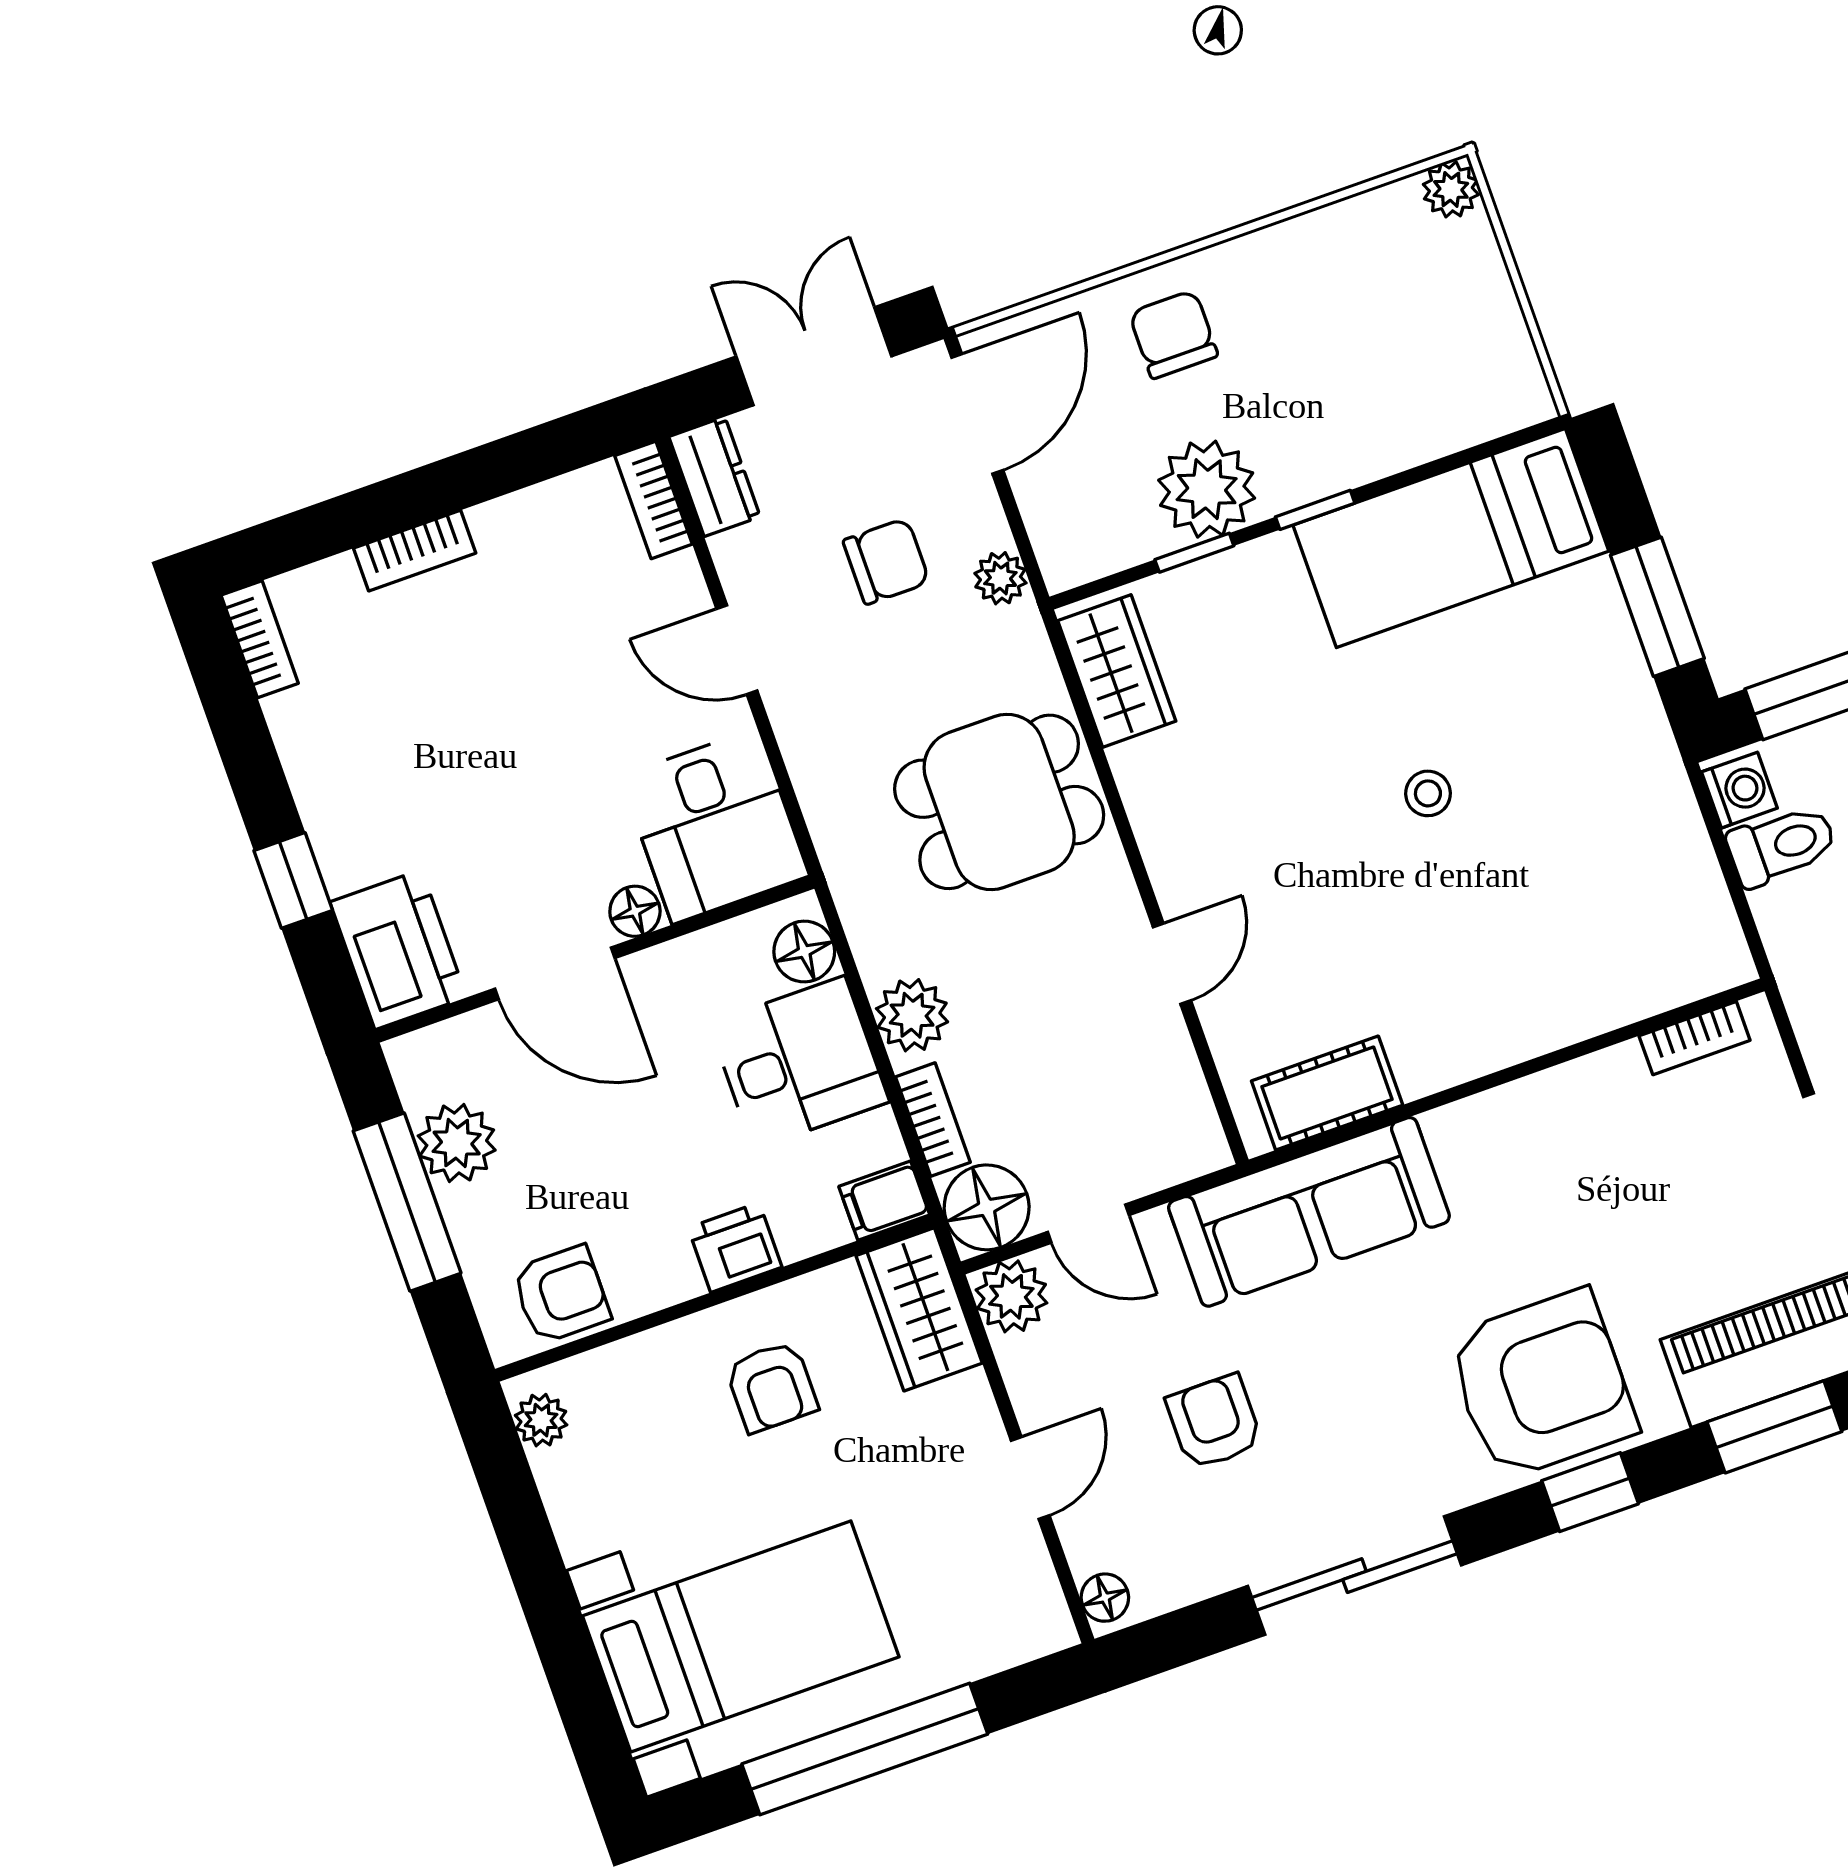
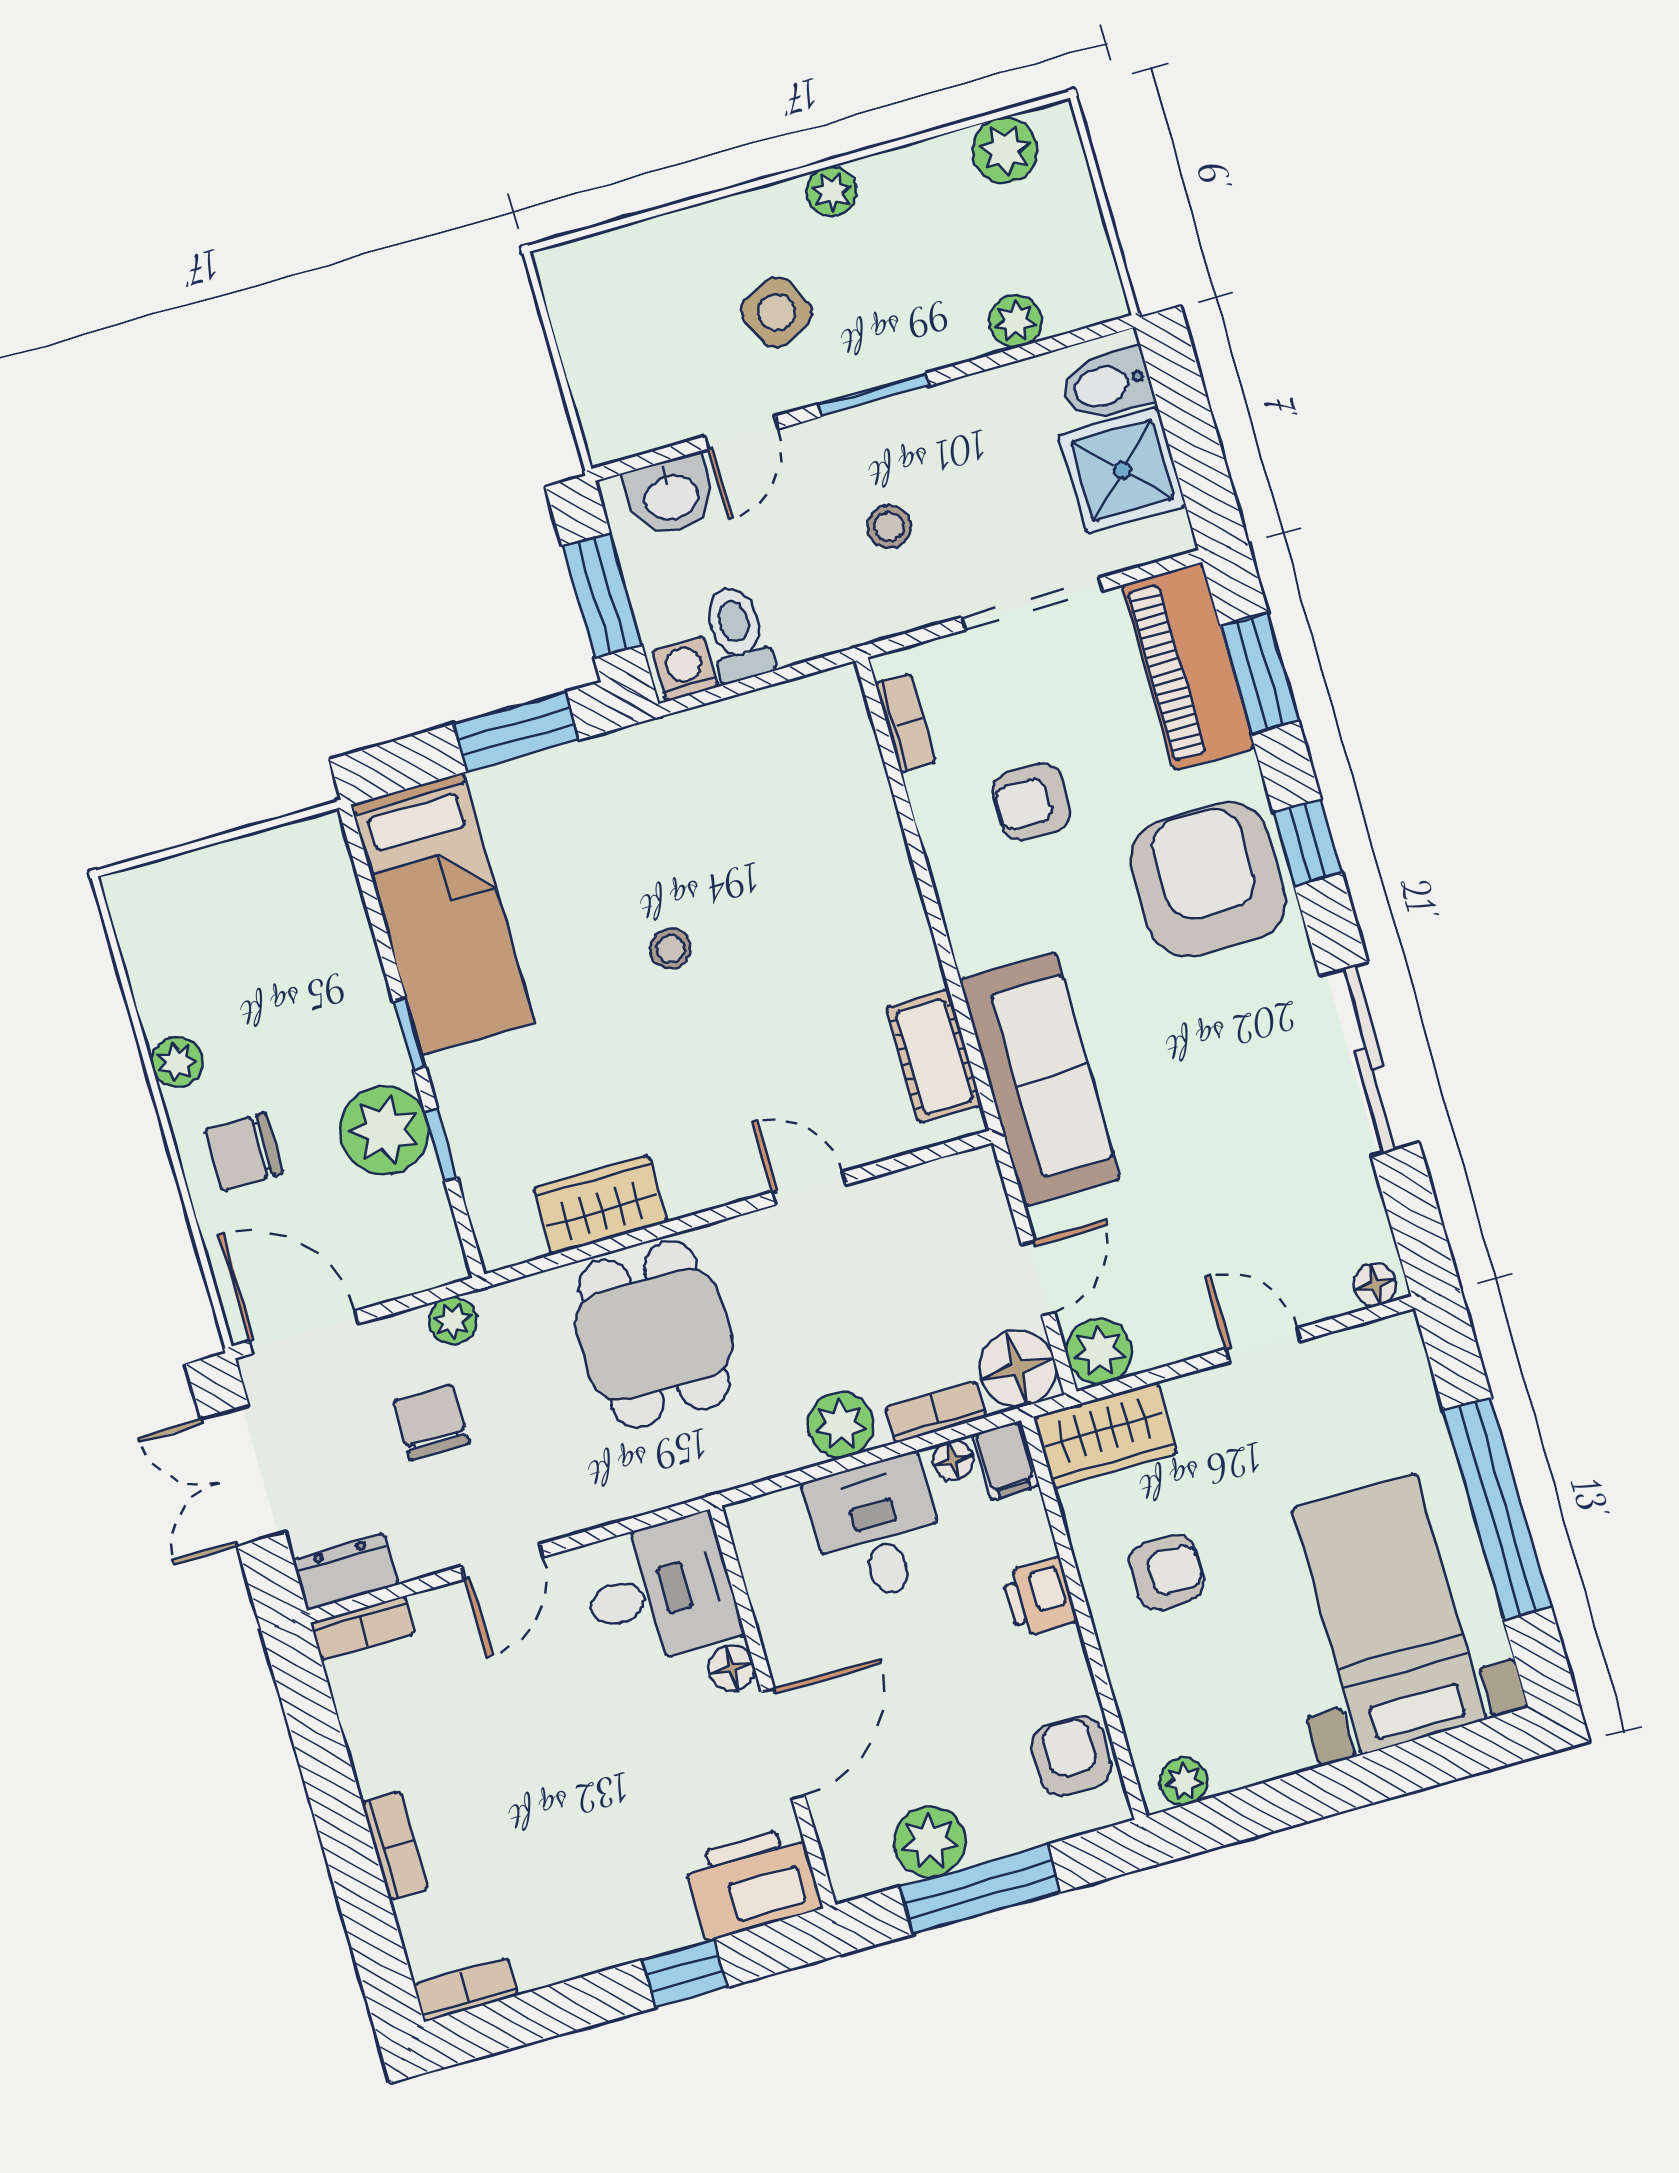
plant: (1451, 189) -> (177, 1062), moved
wardrobe: (1117, 671) -> (600, 1205), moved
floor lamp: (804, 952) -> (953, 1460), moved, width x0.73, depth x0.73
armchair: (1214, 1422) -> (1032, 802), moved

